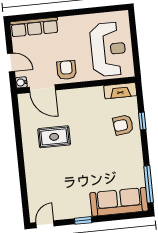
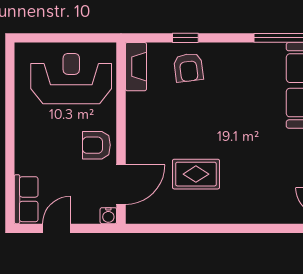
row of seats: (34, 27) -> (26, 199), width x0.68
door: (11, 62) -> (57, 228), moved
rug: (54, 137) -> (196, 174), turned 90

